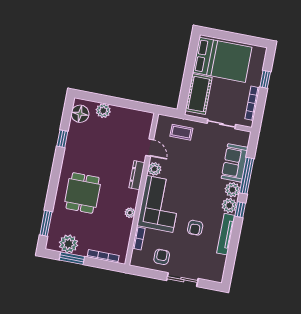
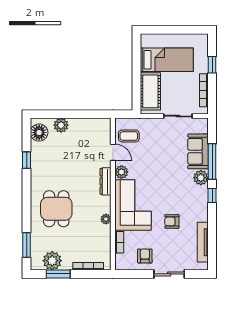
bed: (222, 60) -> (167, 60), width x0.67
coffee table: (181, 132) -> (129, 136), moved
plant: (229, 205) -> (201, 194), removed
armchair: (195, 228) -> (172, 221), turned 90
tv unit: (226, 234) -> (203, 242), moved

